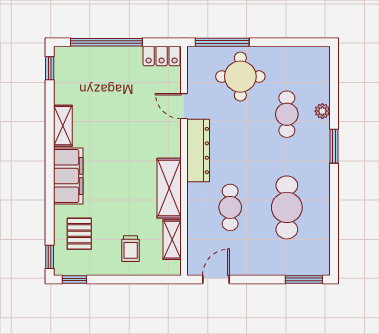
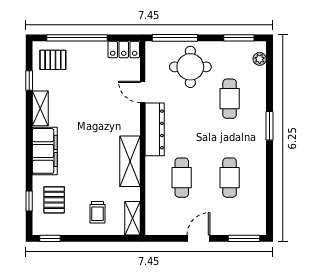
window: (298, 42) -> (239, 38), added
window: (50, 68) -> (29, 81), moved
pallet: (78, 68) -> (53, 60), added
plant: (322, 111) -> (260, 59), moved
cafe table: (287, 207) -> (230, 178), width x0.73, depth x0.74
shelving: (172, 240) -> (133, 218), moved
window: (50, 257) -> (29, 201), moved
door: (216, 279) -> (198, 238), moved

